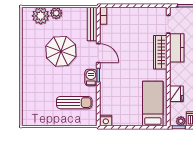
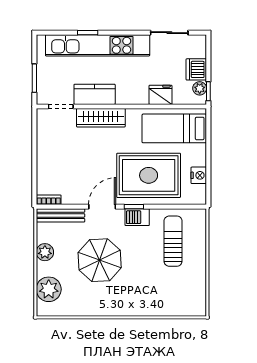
plant: (56, 13) -> (45, 252), moved
rug: (120, 85) -> (149, 175), added
nightstand: (106, 120) -> (199, 175), moved

